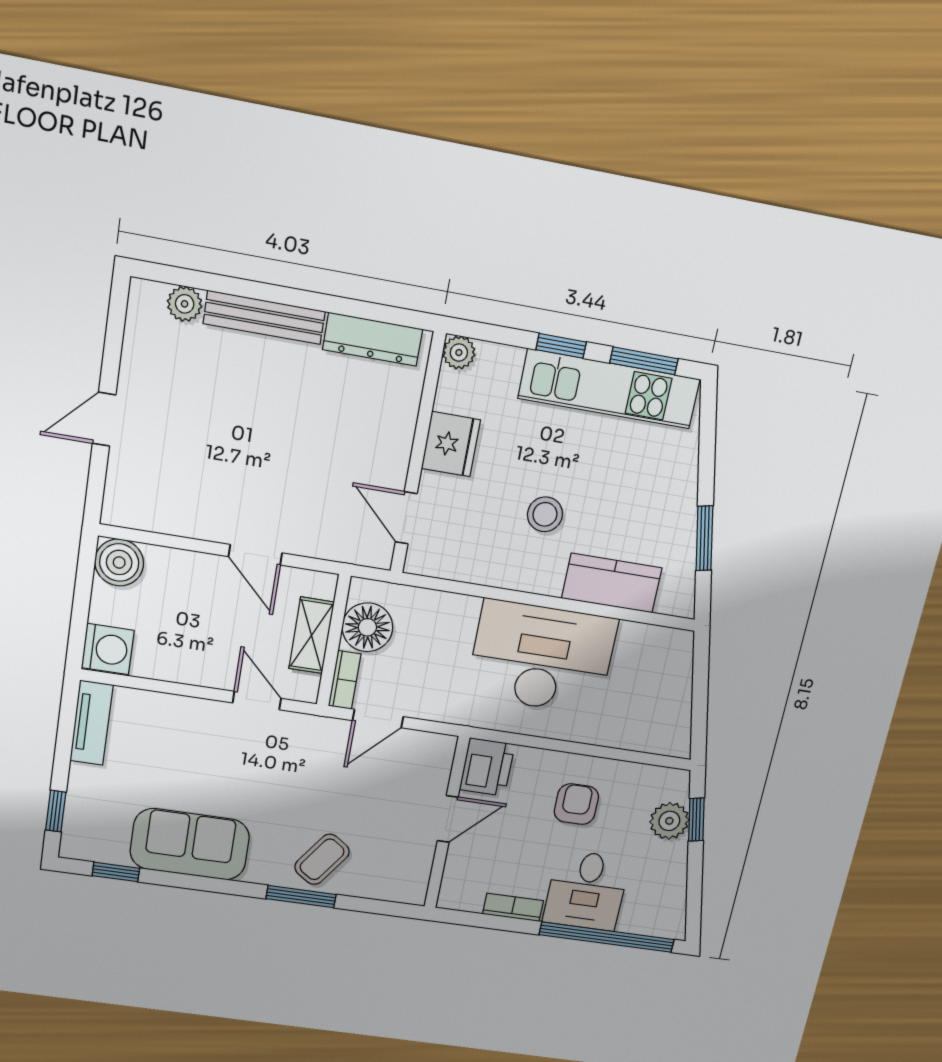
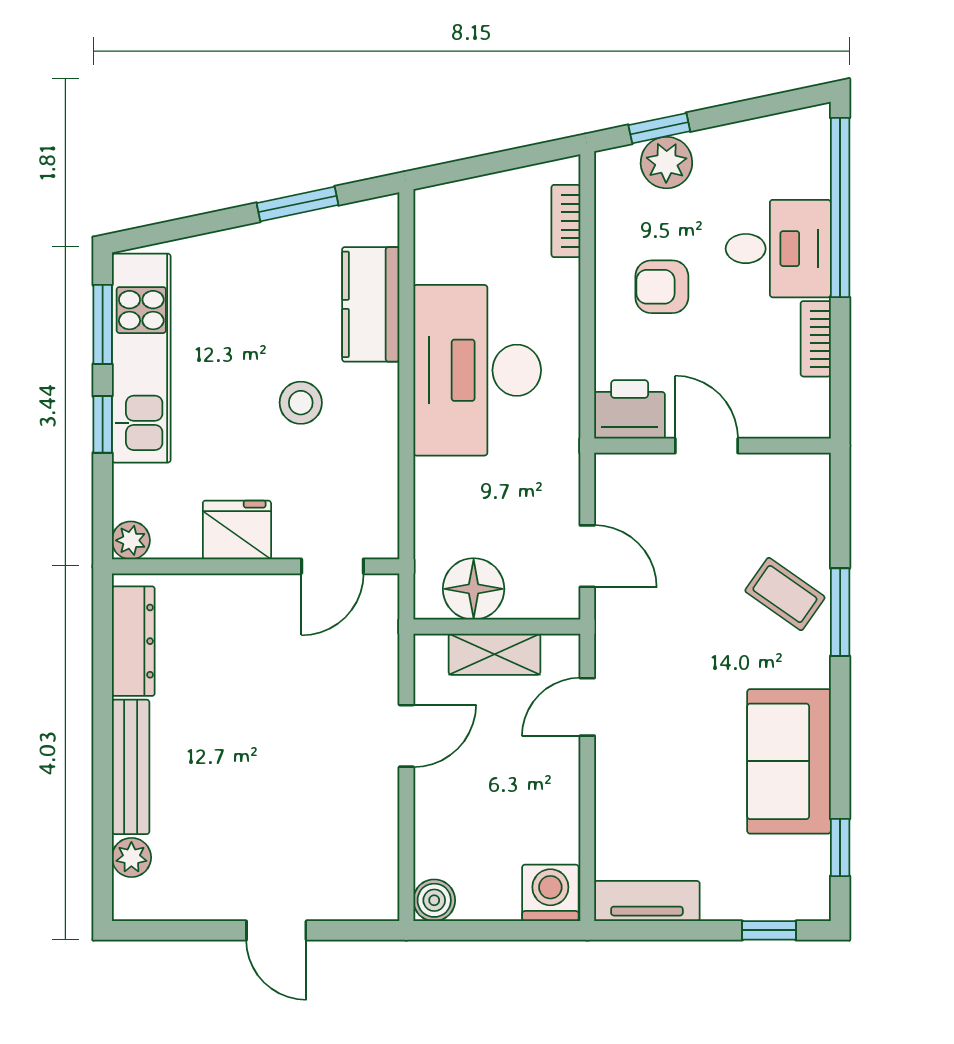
boiler: (119, 562) -> (434, 900), width x0.73, depth x0.73
bookcase: (345, 680) -> (566, 221), moved, turned -90

